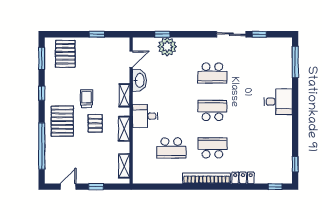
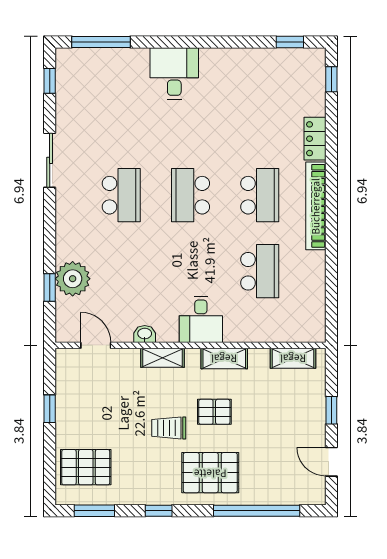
window: (259, 34) -> (50, 81), moved
washbasin: (139, 80) -> (145, 334), width x0.52, depth x0.69
school desk: (212, 148) -> (260, 195), turned 180

